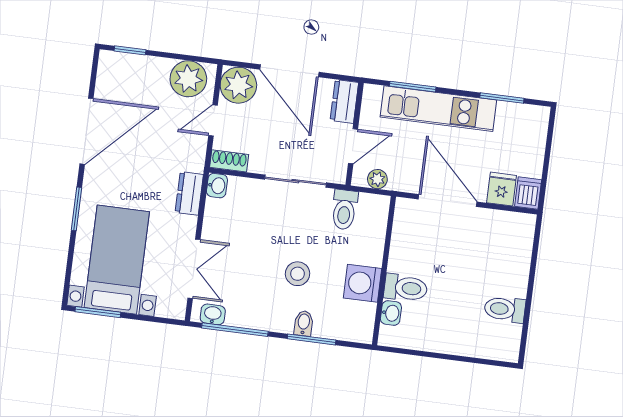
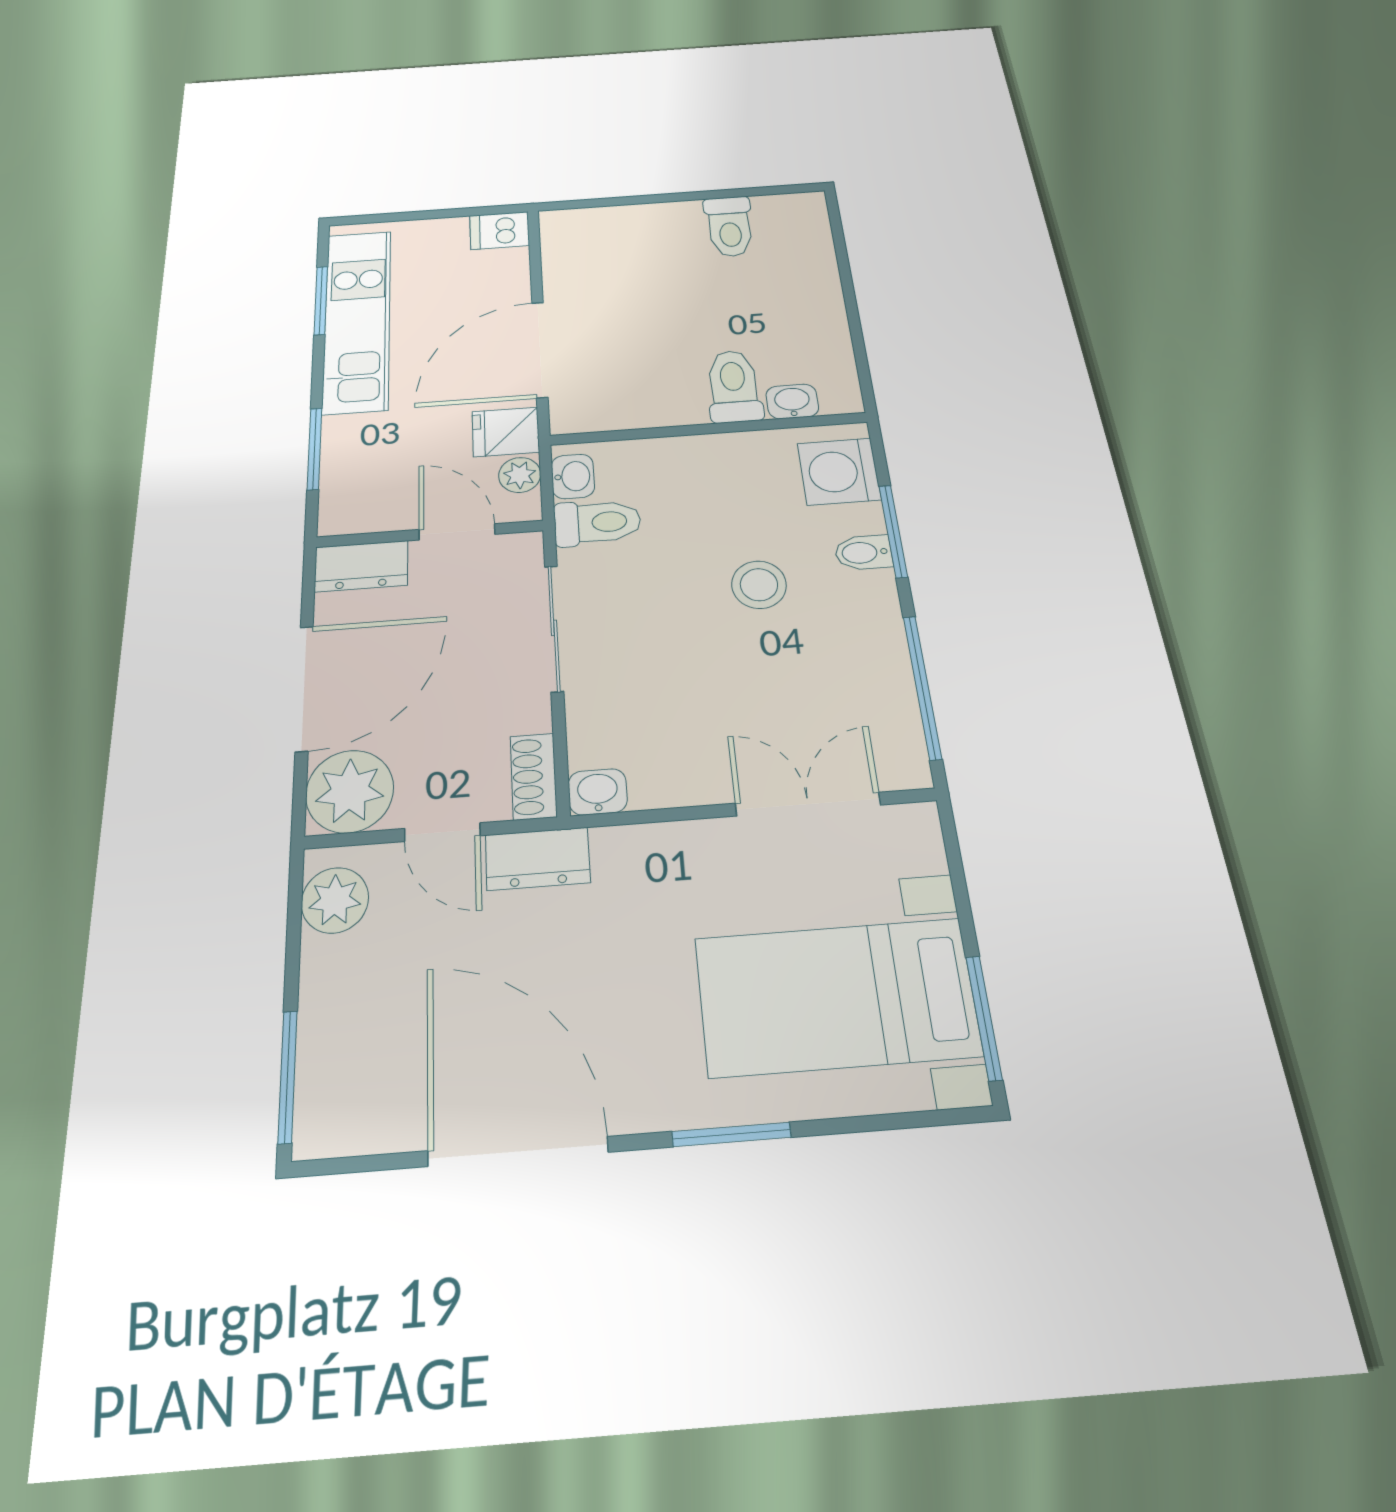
window: (130, 50) -> (287, 1076), width x1.50
plant: (188, 79) -> (335, 900), width x0.73, depth x0.73
kitchen unit: (438, 109) -> (357, 320), moved
fridge: (502, 189) -> (506, 432), moved
dresser: (189, 193) -> (538, 859), moved
washing machine: (362, 283) -> (839, 471), moved, turned 90
washbasin: (213, 314) -> (573, 476), moved, turned 180

